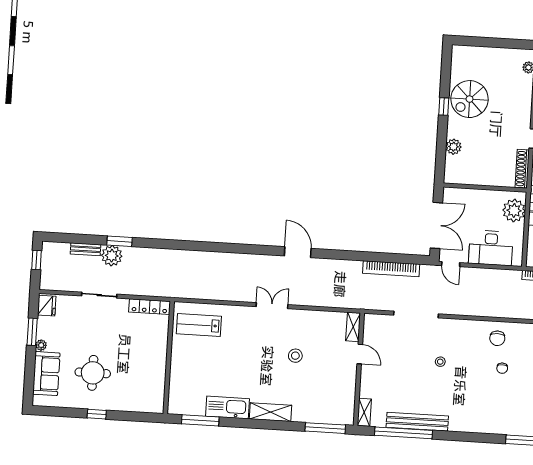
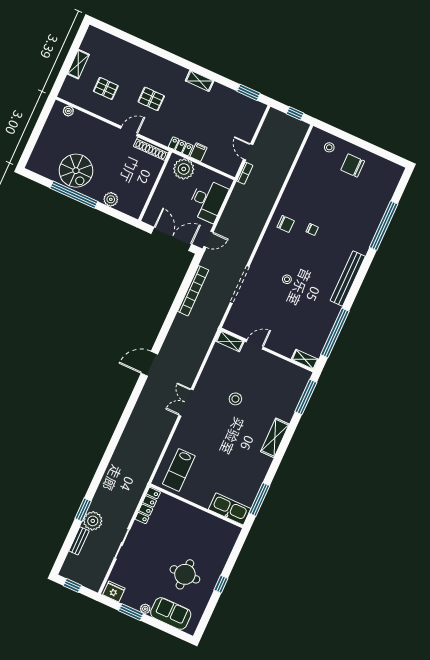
window: (444, 106) -> (74, 195), width x3.17
kitchen sink: (227, 407) -> (230, 509), moved, turned 90
bench: (417, 422) -> (348, 278), moved

